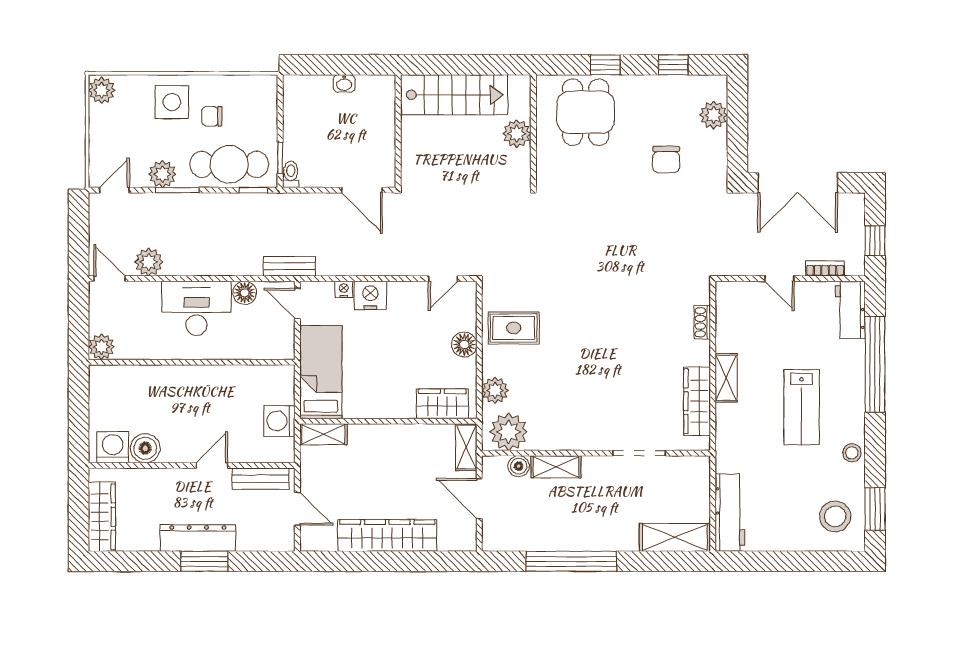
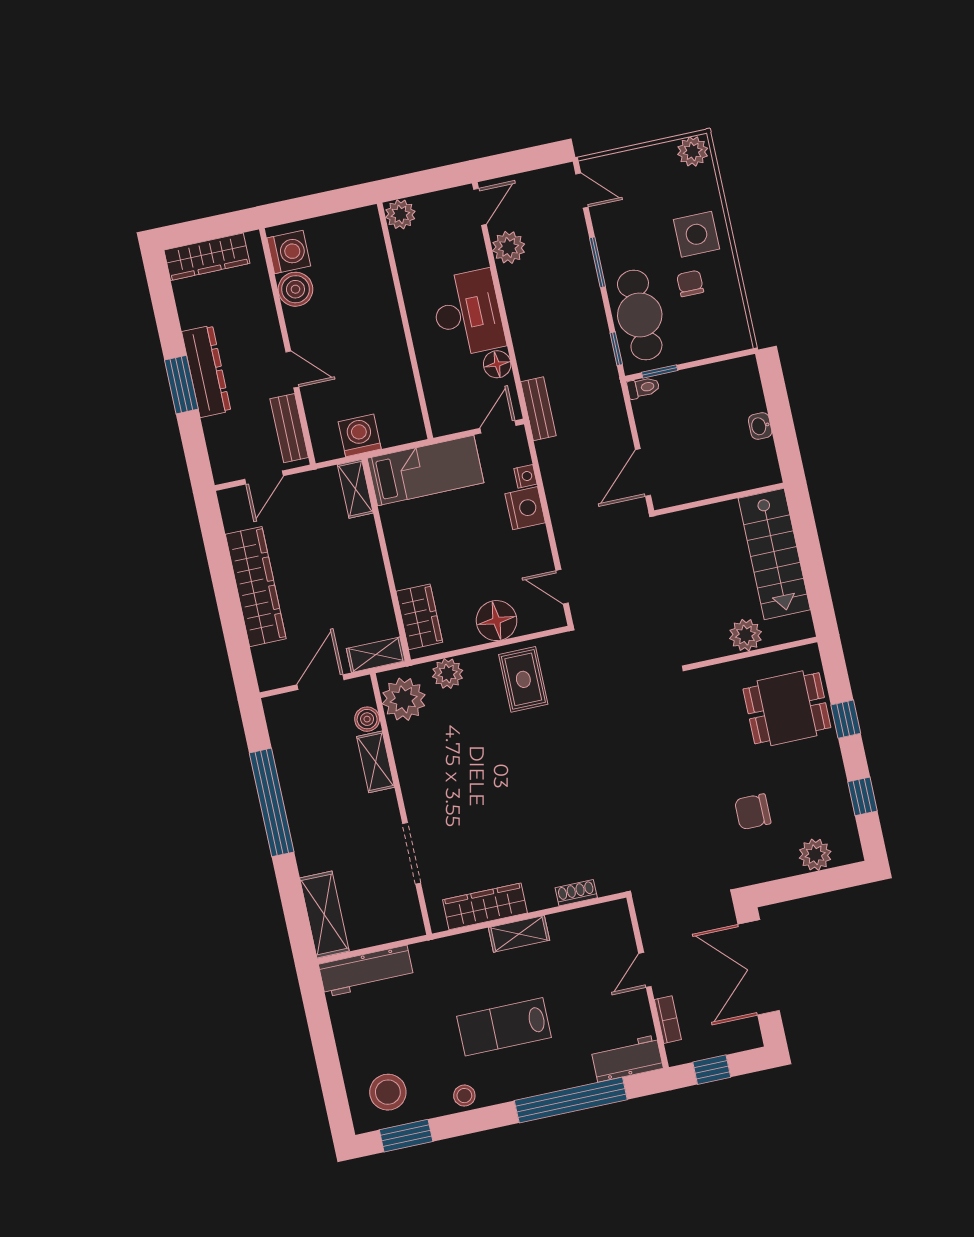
plant: (162, 174) -> (612, 241), removed
floor lamp: (464, 344) -> (497, 621), width x1.38, depth x1.38

